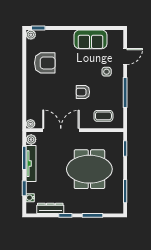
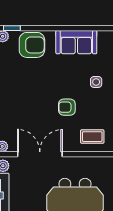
armchair: (45, 63) -> (32, 45), moved

